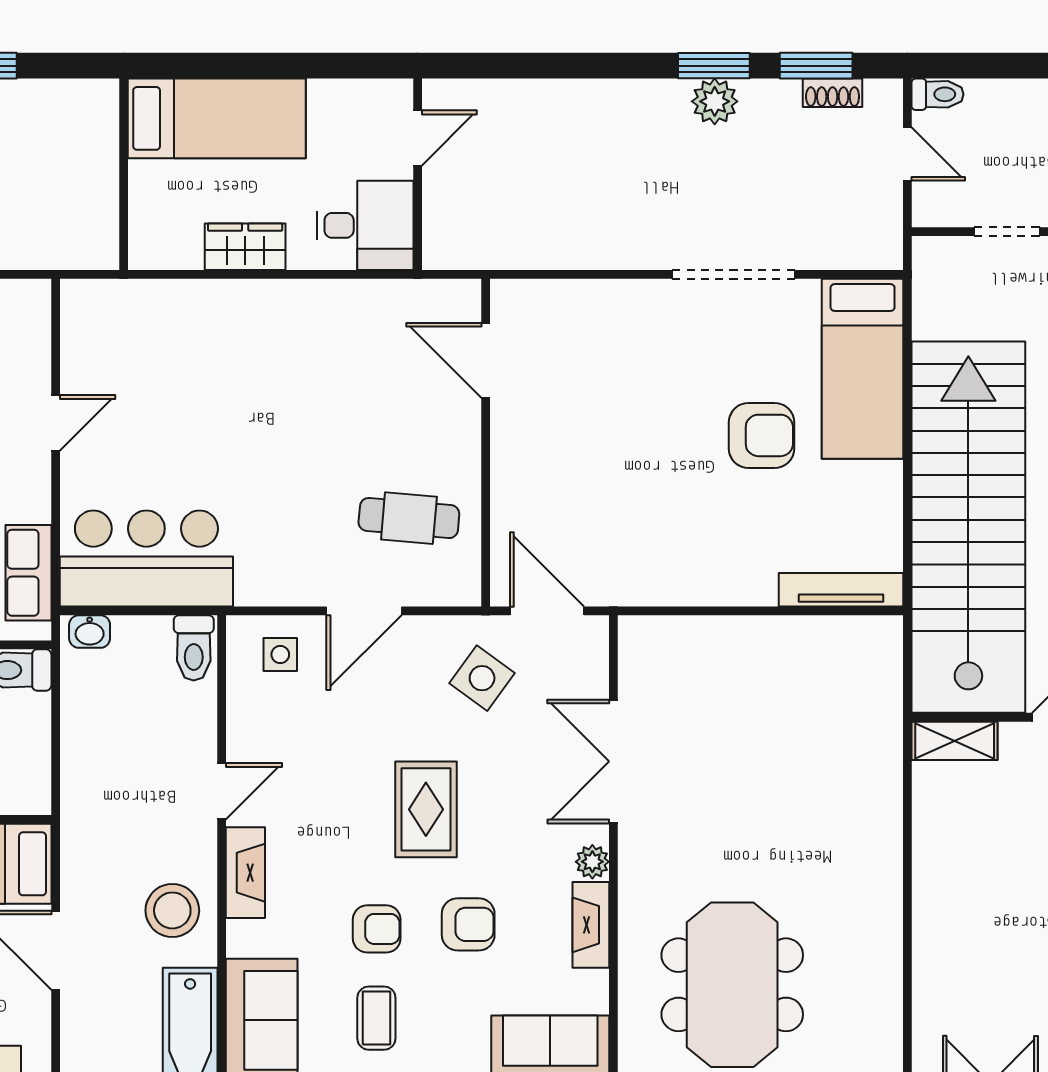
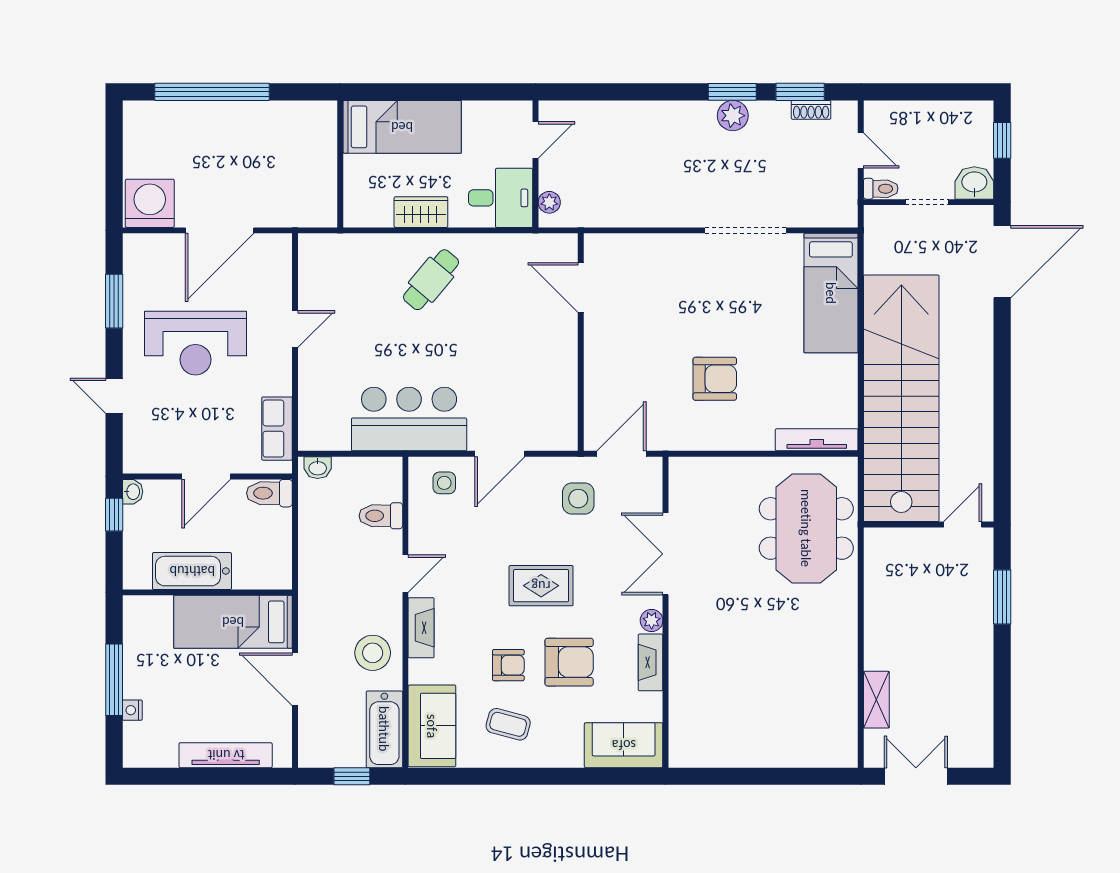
toilet: (937, 94) -> (881, 189), moved
plant: (438, 232) -> (549, 202), added
armchair: (762, 435) -> (715, 379), moved
cafe table: (409, 518) -> (431, 280), moved, turned -55
bar counter: (146, 558) -> (409, 419), moved
door: (547, 611) -> (621, 454), hinge flipped
toilet: (194, 648) -> (381, 516), moved, turned 90
side table: (482, 678) -> (578, 499), turned -36
shelving: (955, 741) -> (876, 700), moved, turned 90
rug: (426, 809) -> (541, 586), turned 90
armchair: (468, 924) -> (569, 662), width x1.38, depth x1.38
meeting table: (732, 985) -> (806, 528), moved
coffee table: (376, 1018) -> (508, 724), turned -75

